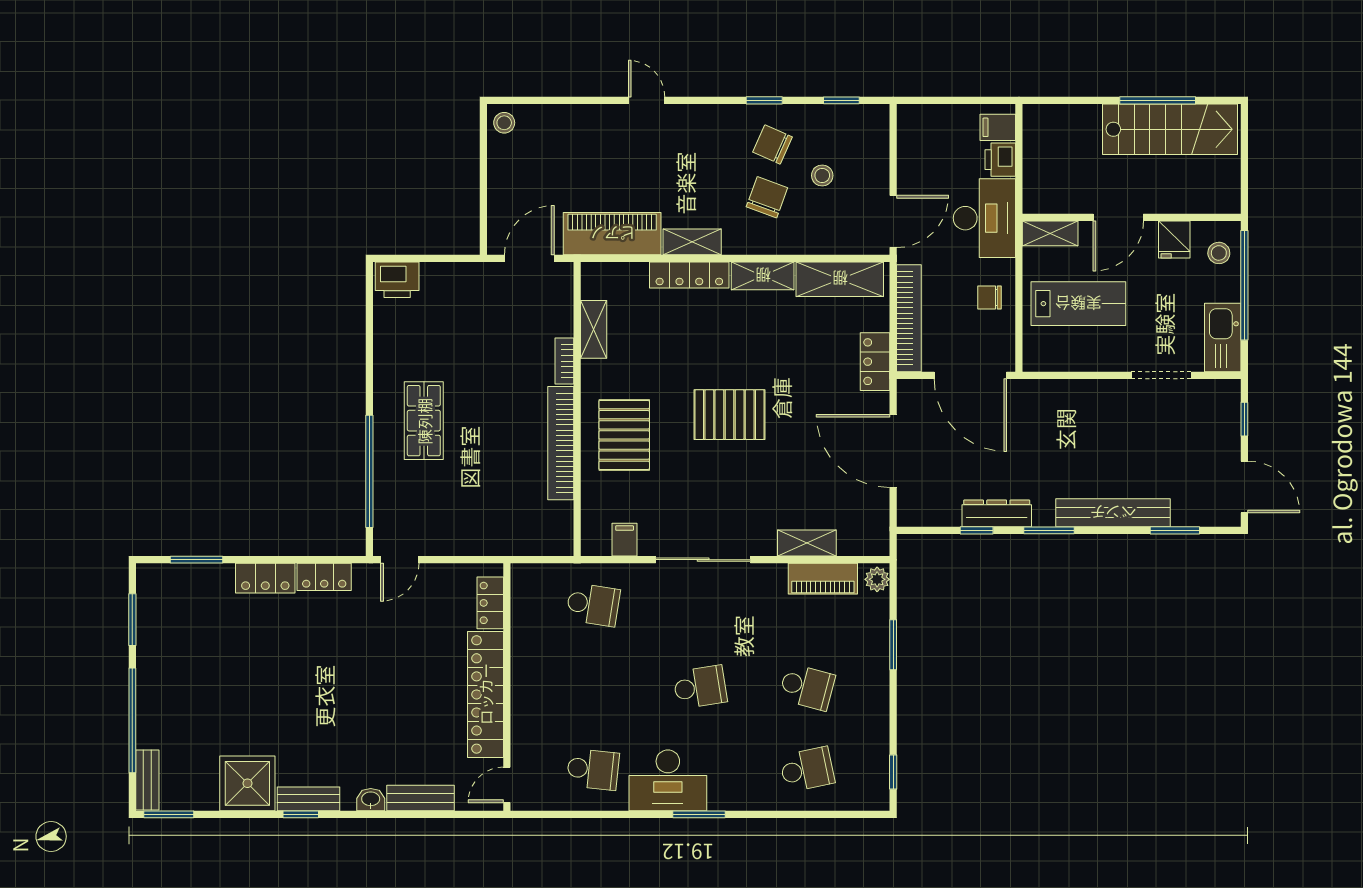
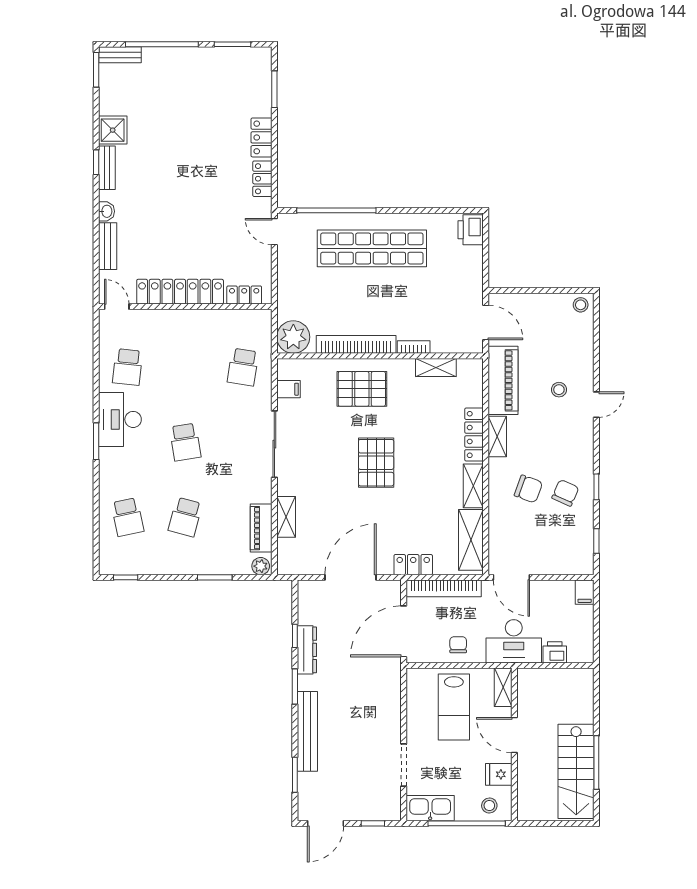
filing cabinet: (998, 127) -> (585, 592), moved, turned 180
stool: (822, 175) -> (559, 390), moved
shop shelf: (424, 421) -> (372, 248), width x2.00, depth x1.36
plant: (550, 533) -> (293, 337), added
shower: (247, 783) -> (113, 130), width x0.73, depth x0.73

